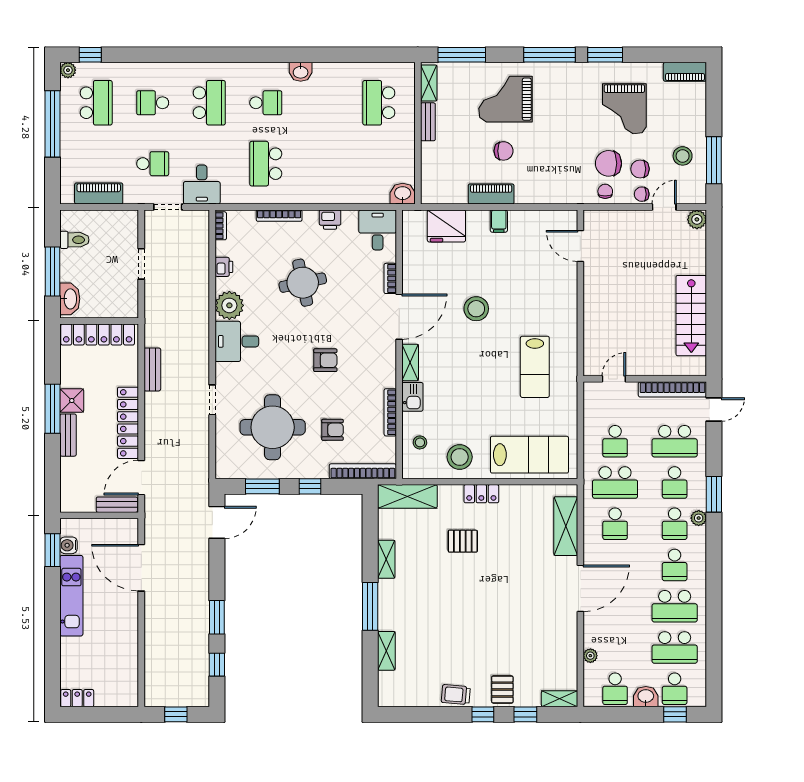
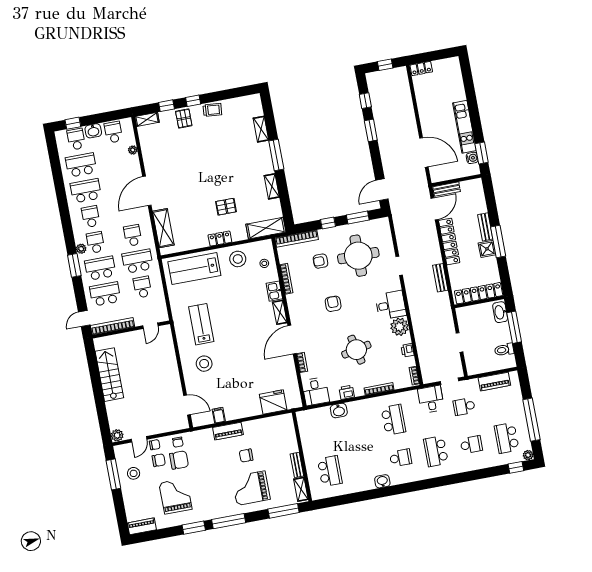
grand piano: (505, 99) -> (251, 488), turned 180
school desk: (266, 103) -> (401, 458), turned 180
washbasin: (403, 194) -> (339, 411), moved
piano: (491, 194) -> (228, 431), moved
filing cabinet: (499, 221) -> (219, 415), moved
stool: (476, 309) -> (204, 364), moved
armchair: (325, 360) -> (333, 304), turned 90
school desk: (675, 482) -> (100, 268), width x1.85
locker: (77, 698) -> (421, 68), moved

